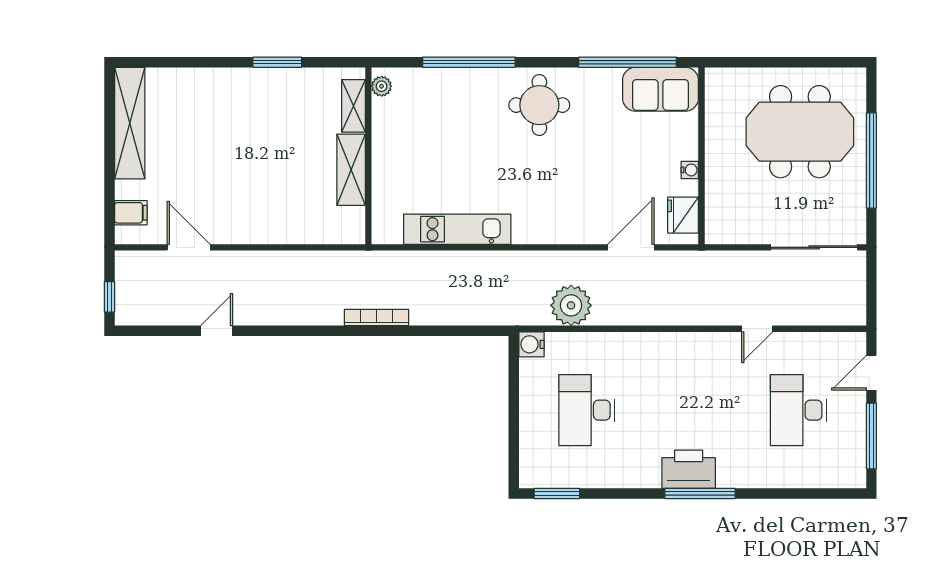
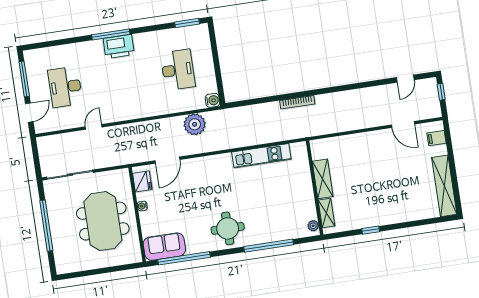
window: (277, 62) -> (371, 230), width x0.67
meeting table: (800, 132) -> (103, 221), moved, turned 90
door: (217, 331) -> (405, 79), moved
desk: (798, 410) -> (65, 87), turned 180

